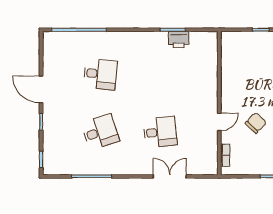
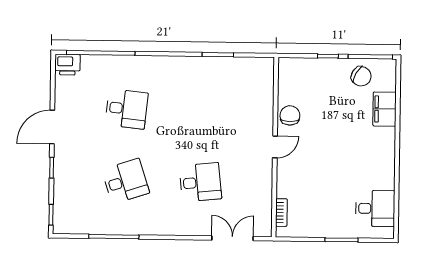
printer: (179, 39) -> (67, 65), moved
door: (41, 89) -> (52, 127), hinge flipped
door: (219, 122) -> (275, 147), moved
chair: (256, 123) -> (290, 115), moved, turned -44
double door: (170, 176) -> (232, 238), moved

